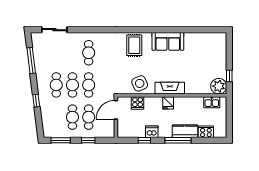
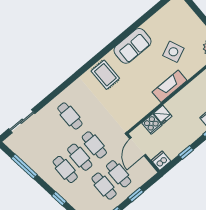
side table: (140, 83) -> (173, 52), moved
fridge: (168, 103) -> (163, 115), moved
dishwasher: (152, 132) -> (161, 161), moved

